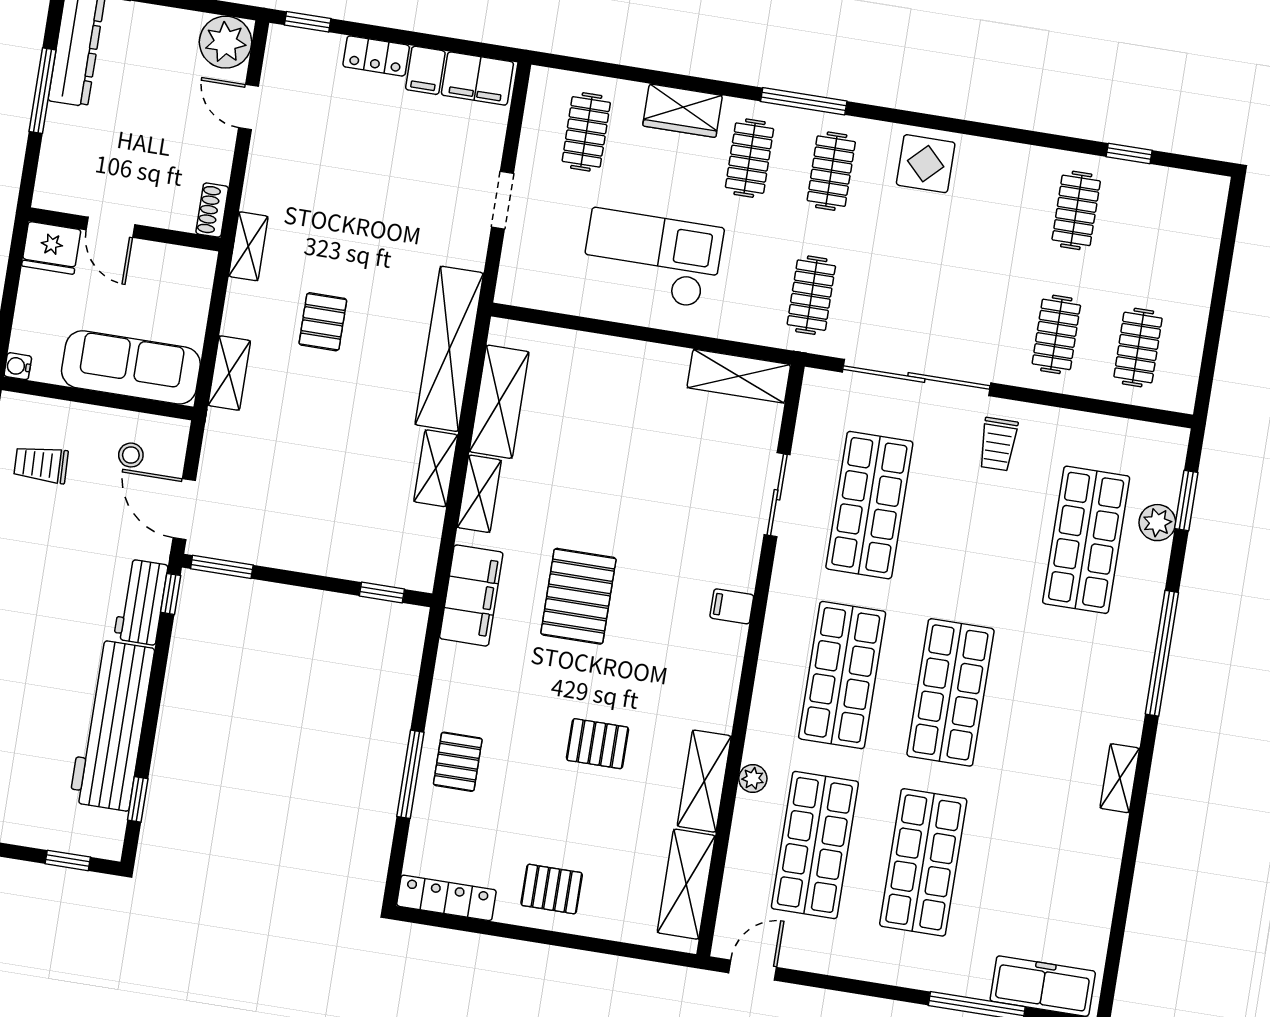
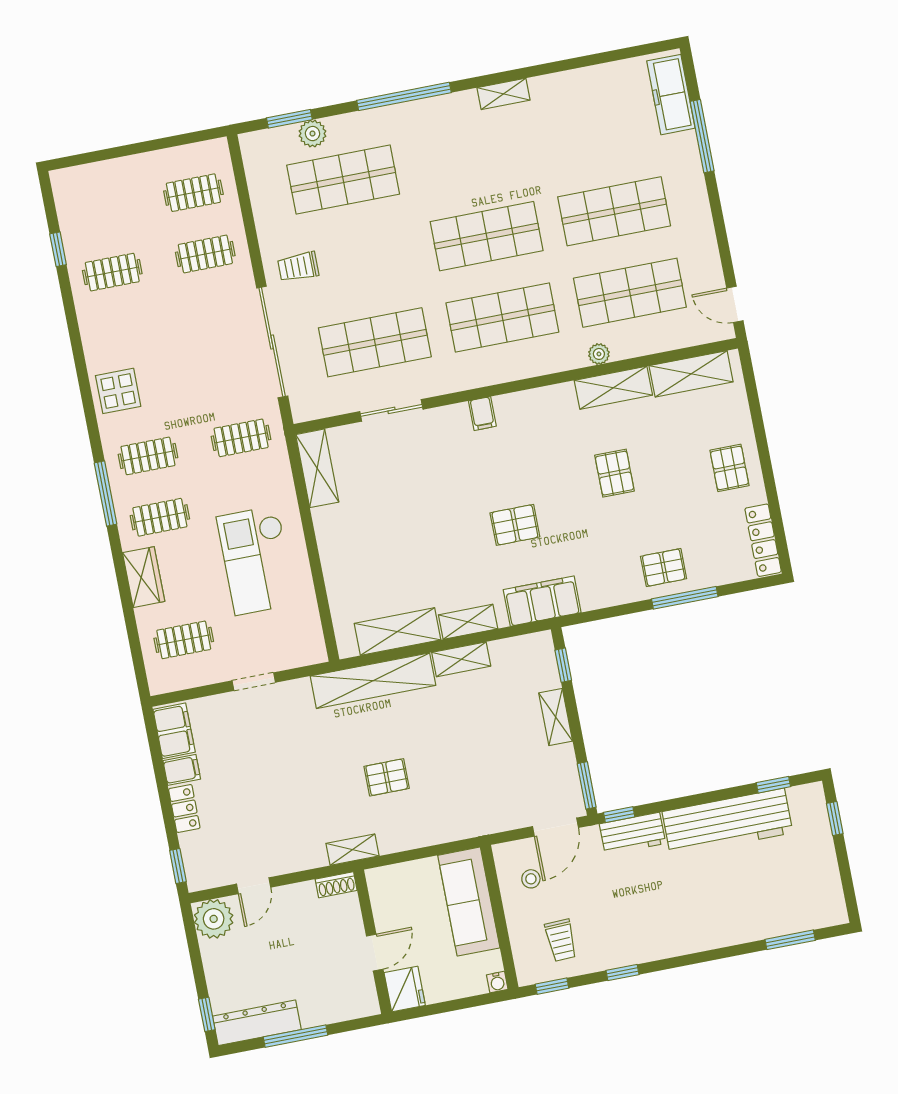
shelving: (229, 373) -> (556, 717), moved, turned 90
trolley: (998, 444) -> (298, 267), turned 180
pallet: (578, 596) -> (515, 525), width x0.67, depth x0.71

